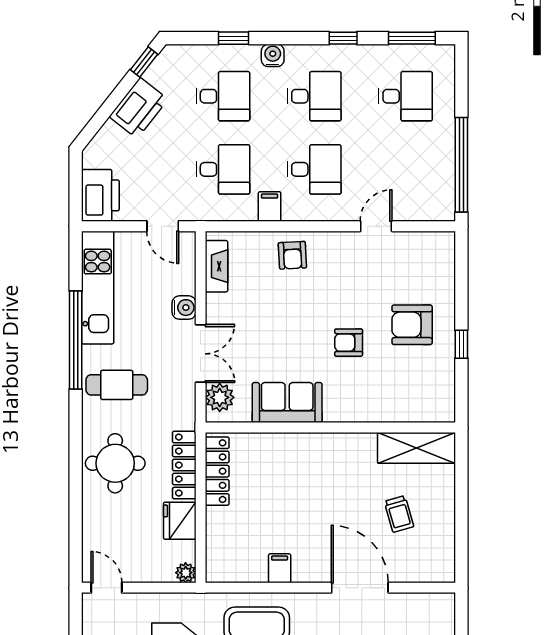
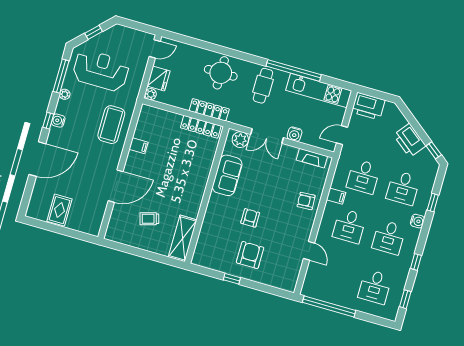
window: (412, 38) -> (405, 299), width x0.67
fridge: (180, 521) -> (159, 78), moved, turned 90

